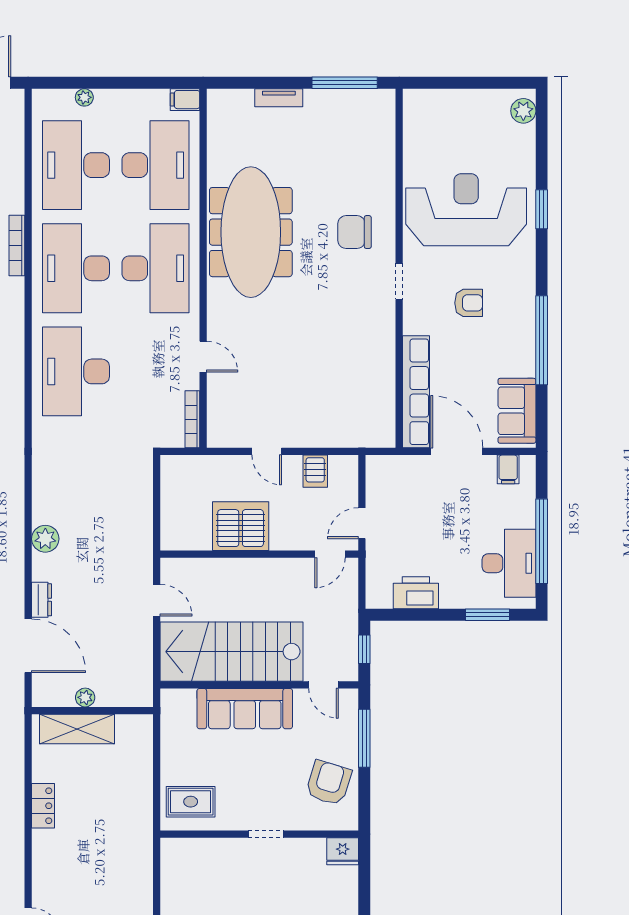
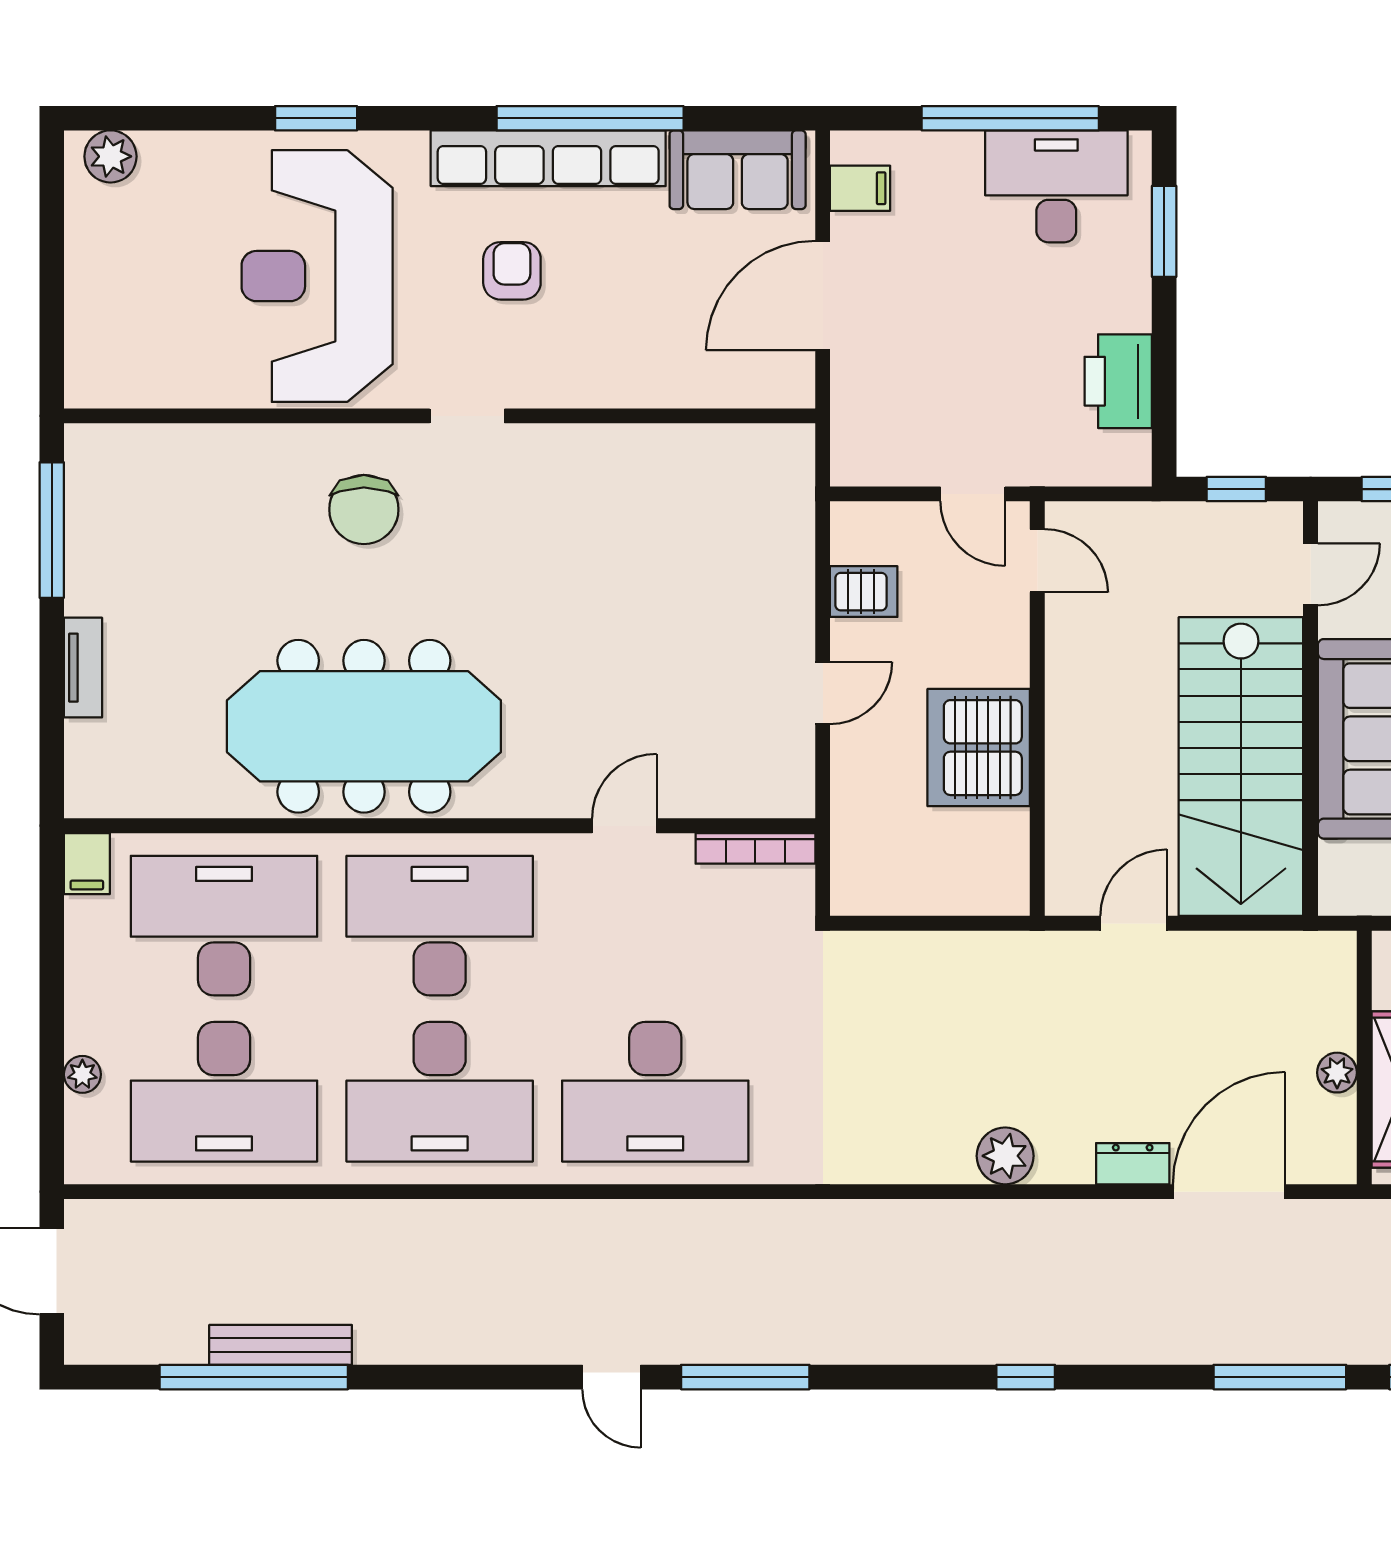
bookcase: (17, 245) -> (392, 1215), removed
row of seats: (416, 392) -> (548, 158), moved, turned 180

